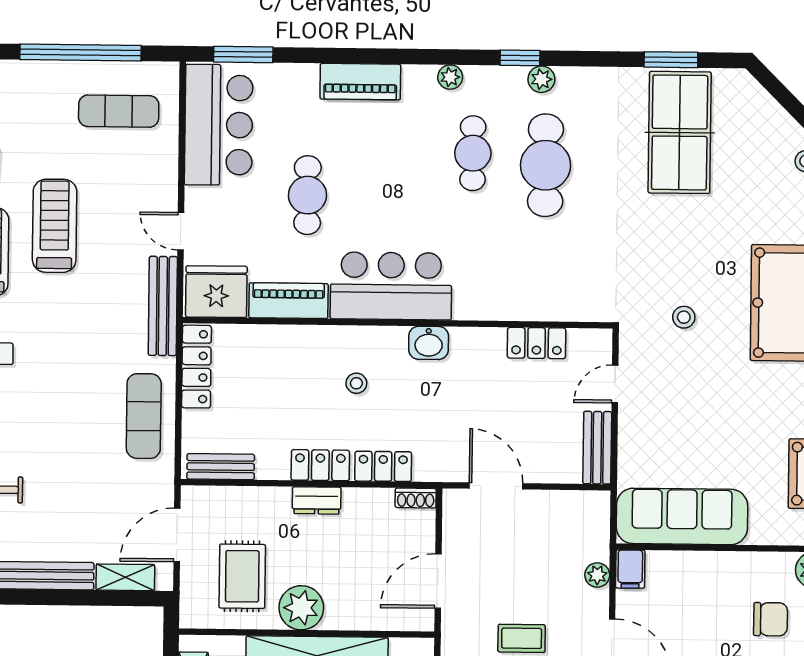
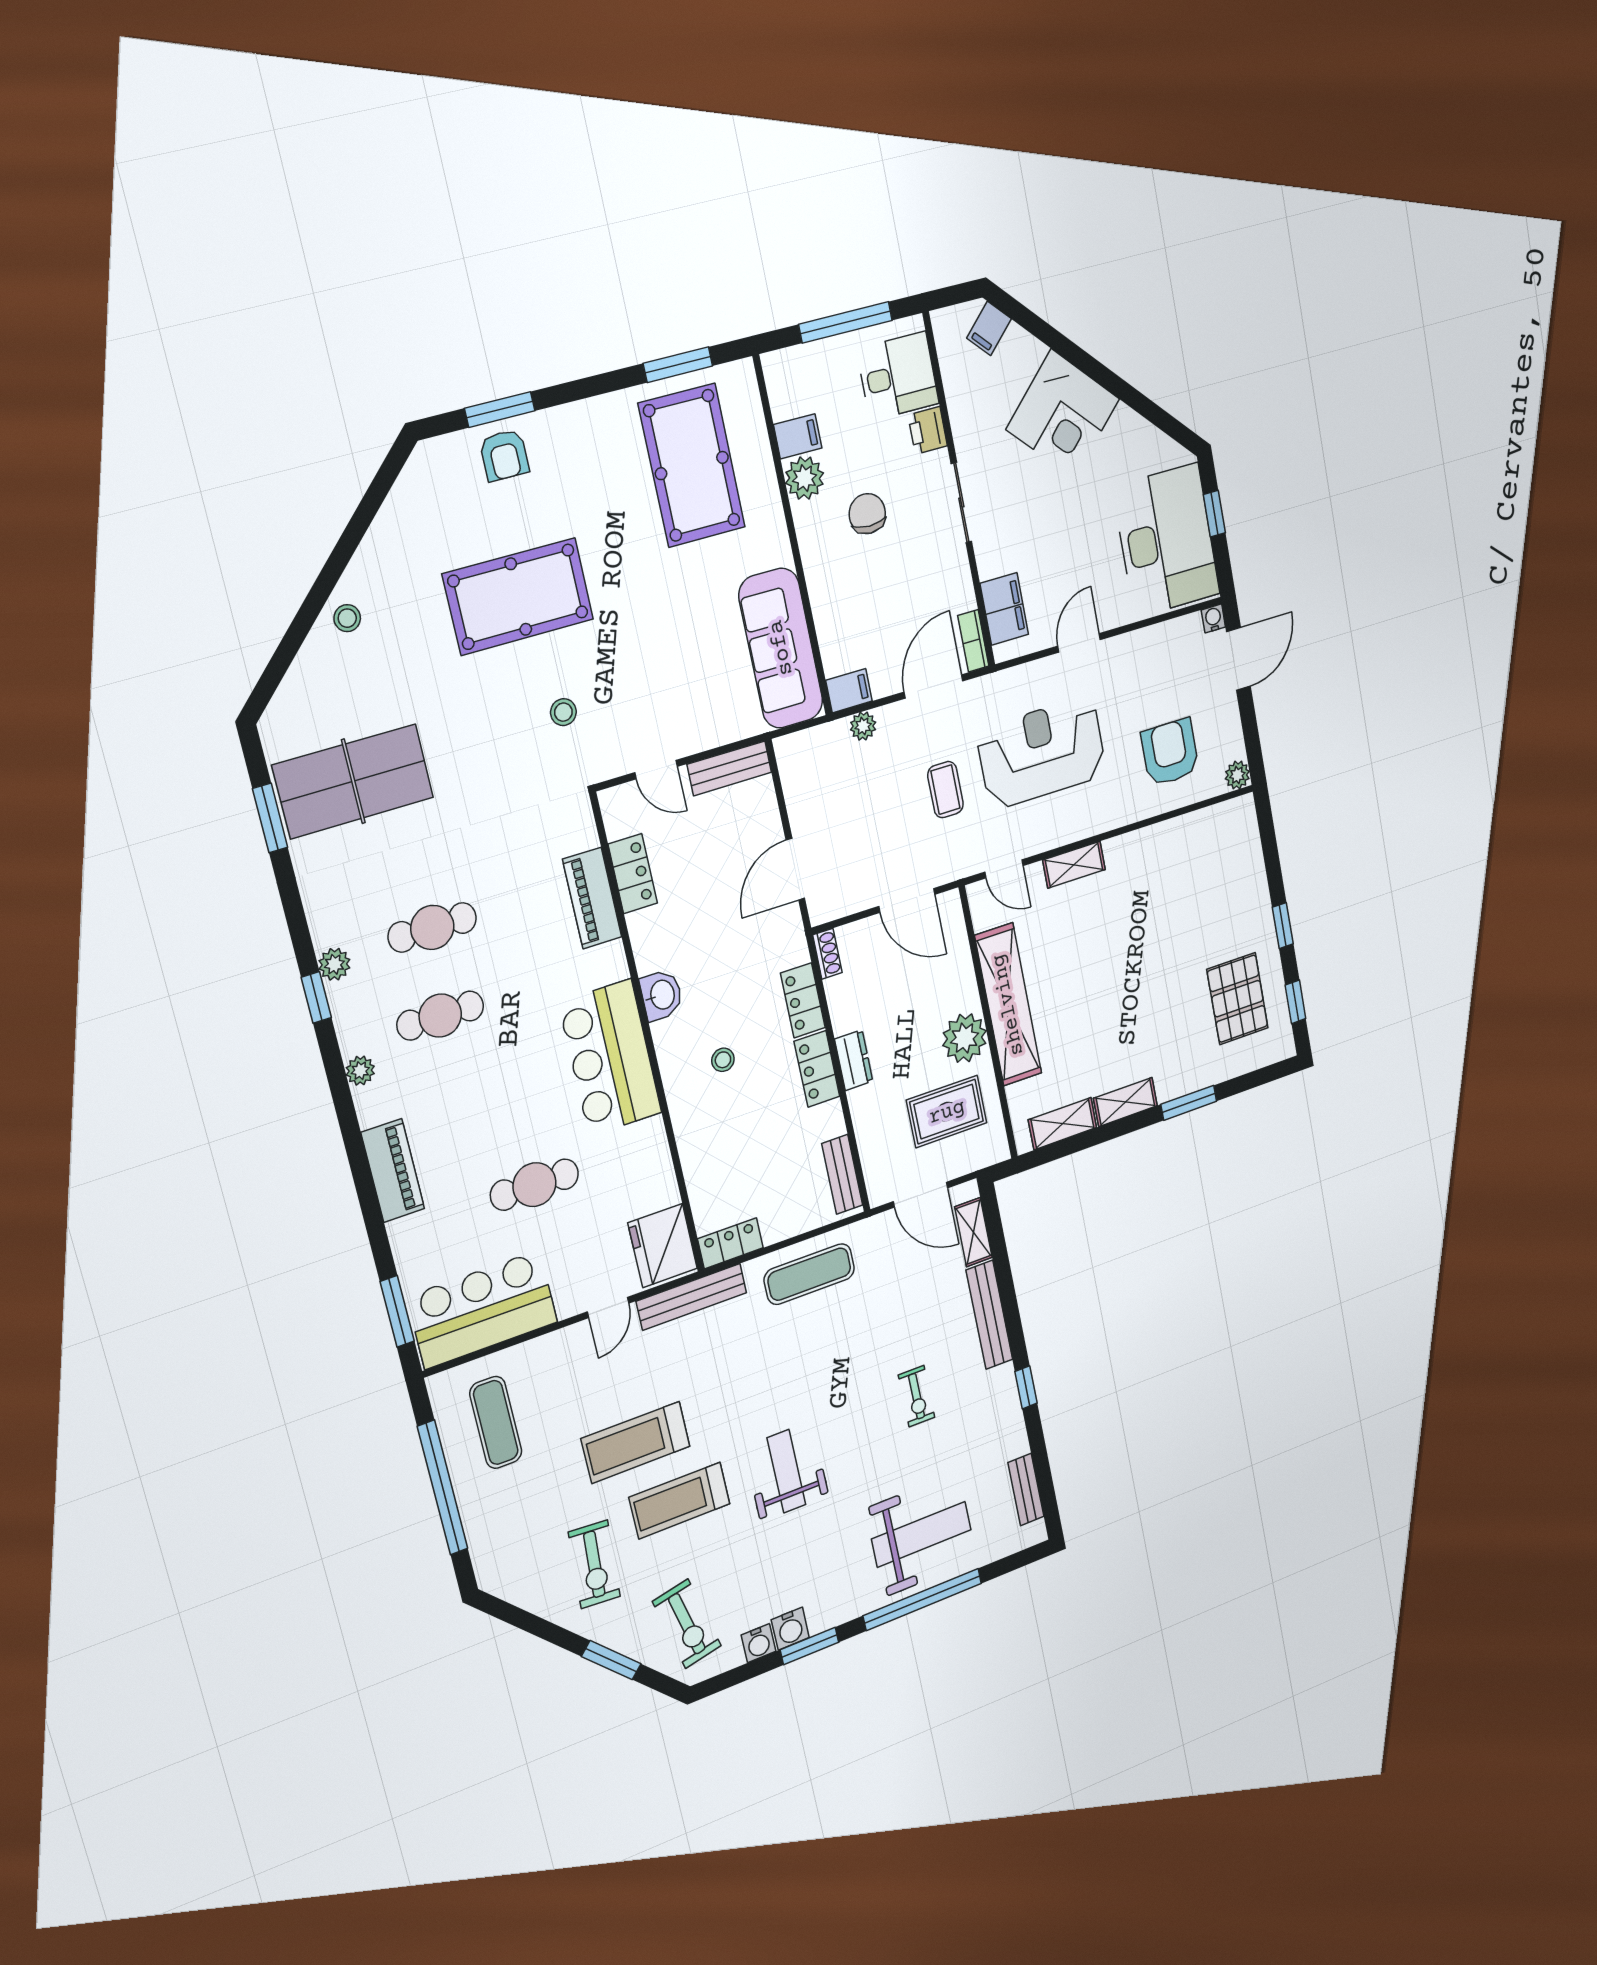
cafe table: (546, 165) -> (432, 927), width x0.73, depth x0.74
piano: (289, 301) -> (592, 898), moved
locker: (196, 367) -> (730, 1243), width x0.66

